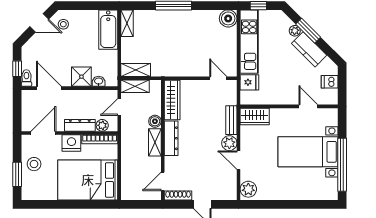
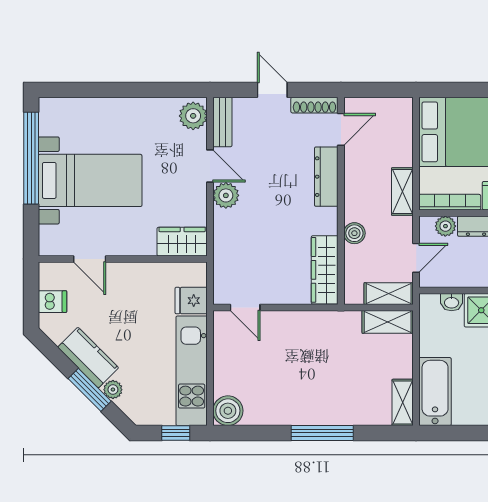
bench: (231, 120) -> (222, 122), moved
dresser: (171, 138) -> (326, 177), moved
shelving: (155, 142) -> (402, 192), moved

